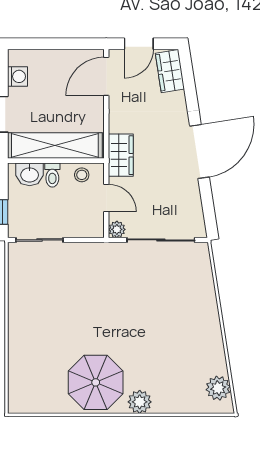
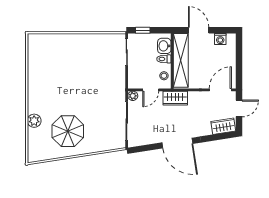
door: (139, 44) -> (239, 108), swing flipped
door: (106, 76) -> (220, 90), hinge flipped
parasol: (96, 382) -> (68, 131), moved
plant: (218, 388) -> (42, 154), removed
plant: (140, 402) -> (34, 121), moved

